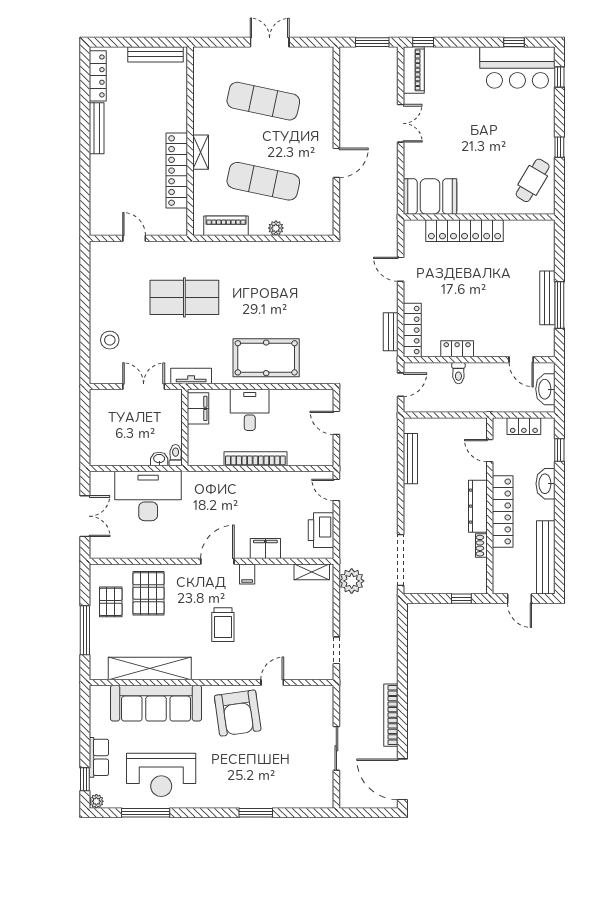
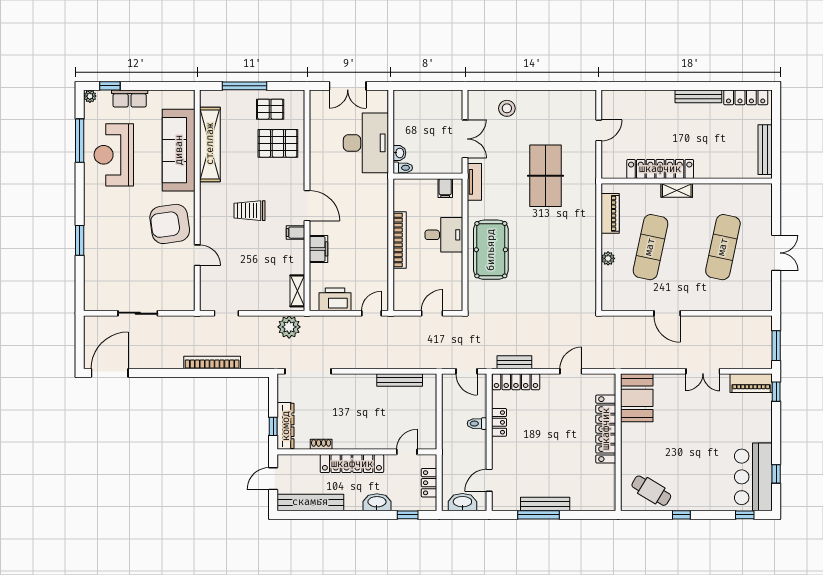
filing cabinet: (198, 408) -> (445, 188), width x0.50
dresser: (478, 506) -> (286, 426), moved, turned 90
bookcase: (391, 715) -> (212, 362), moved

